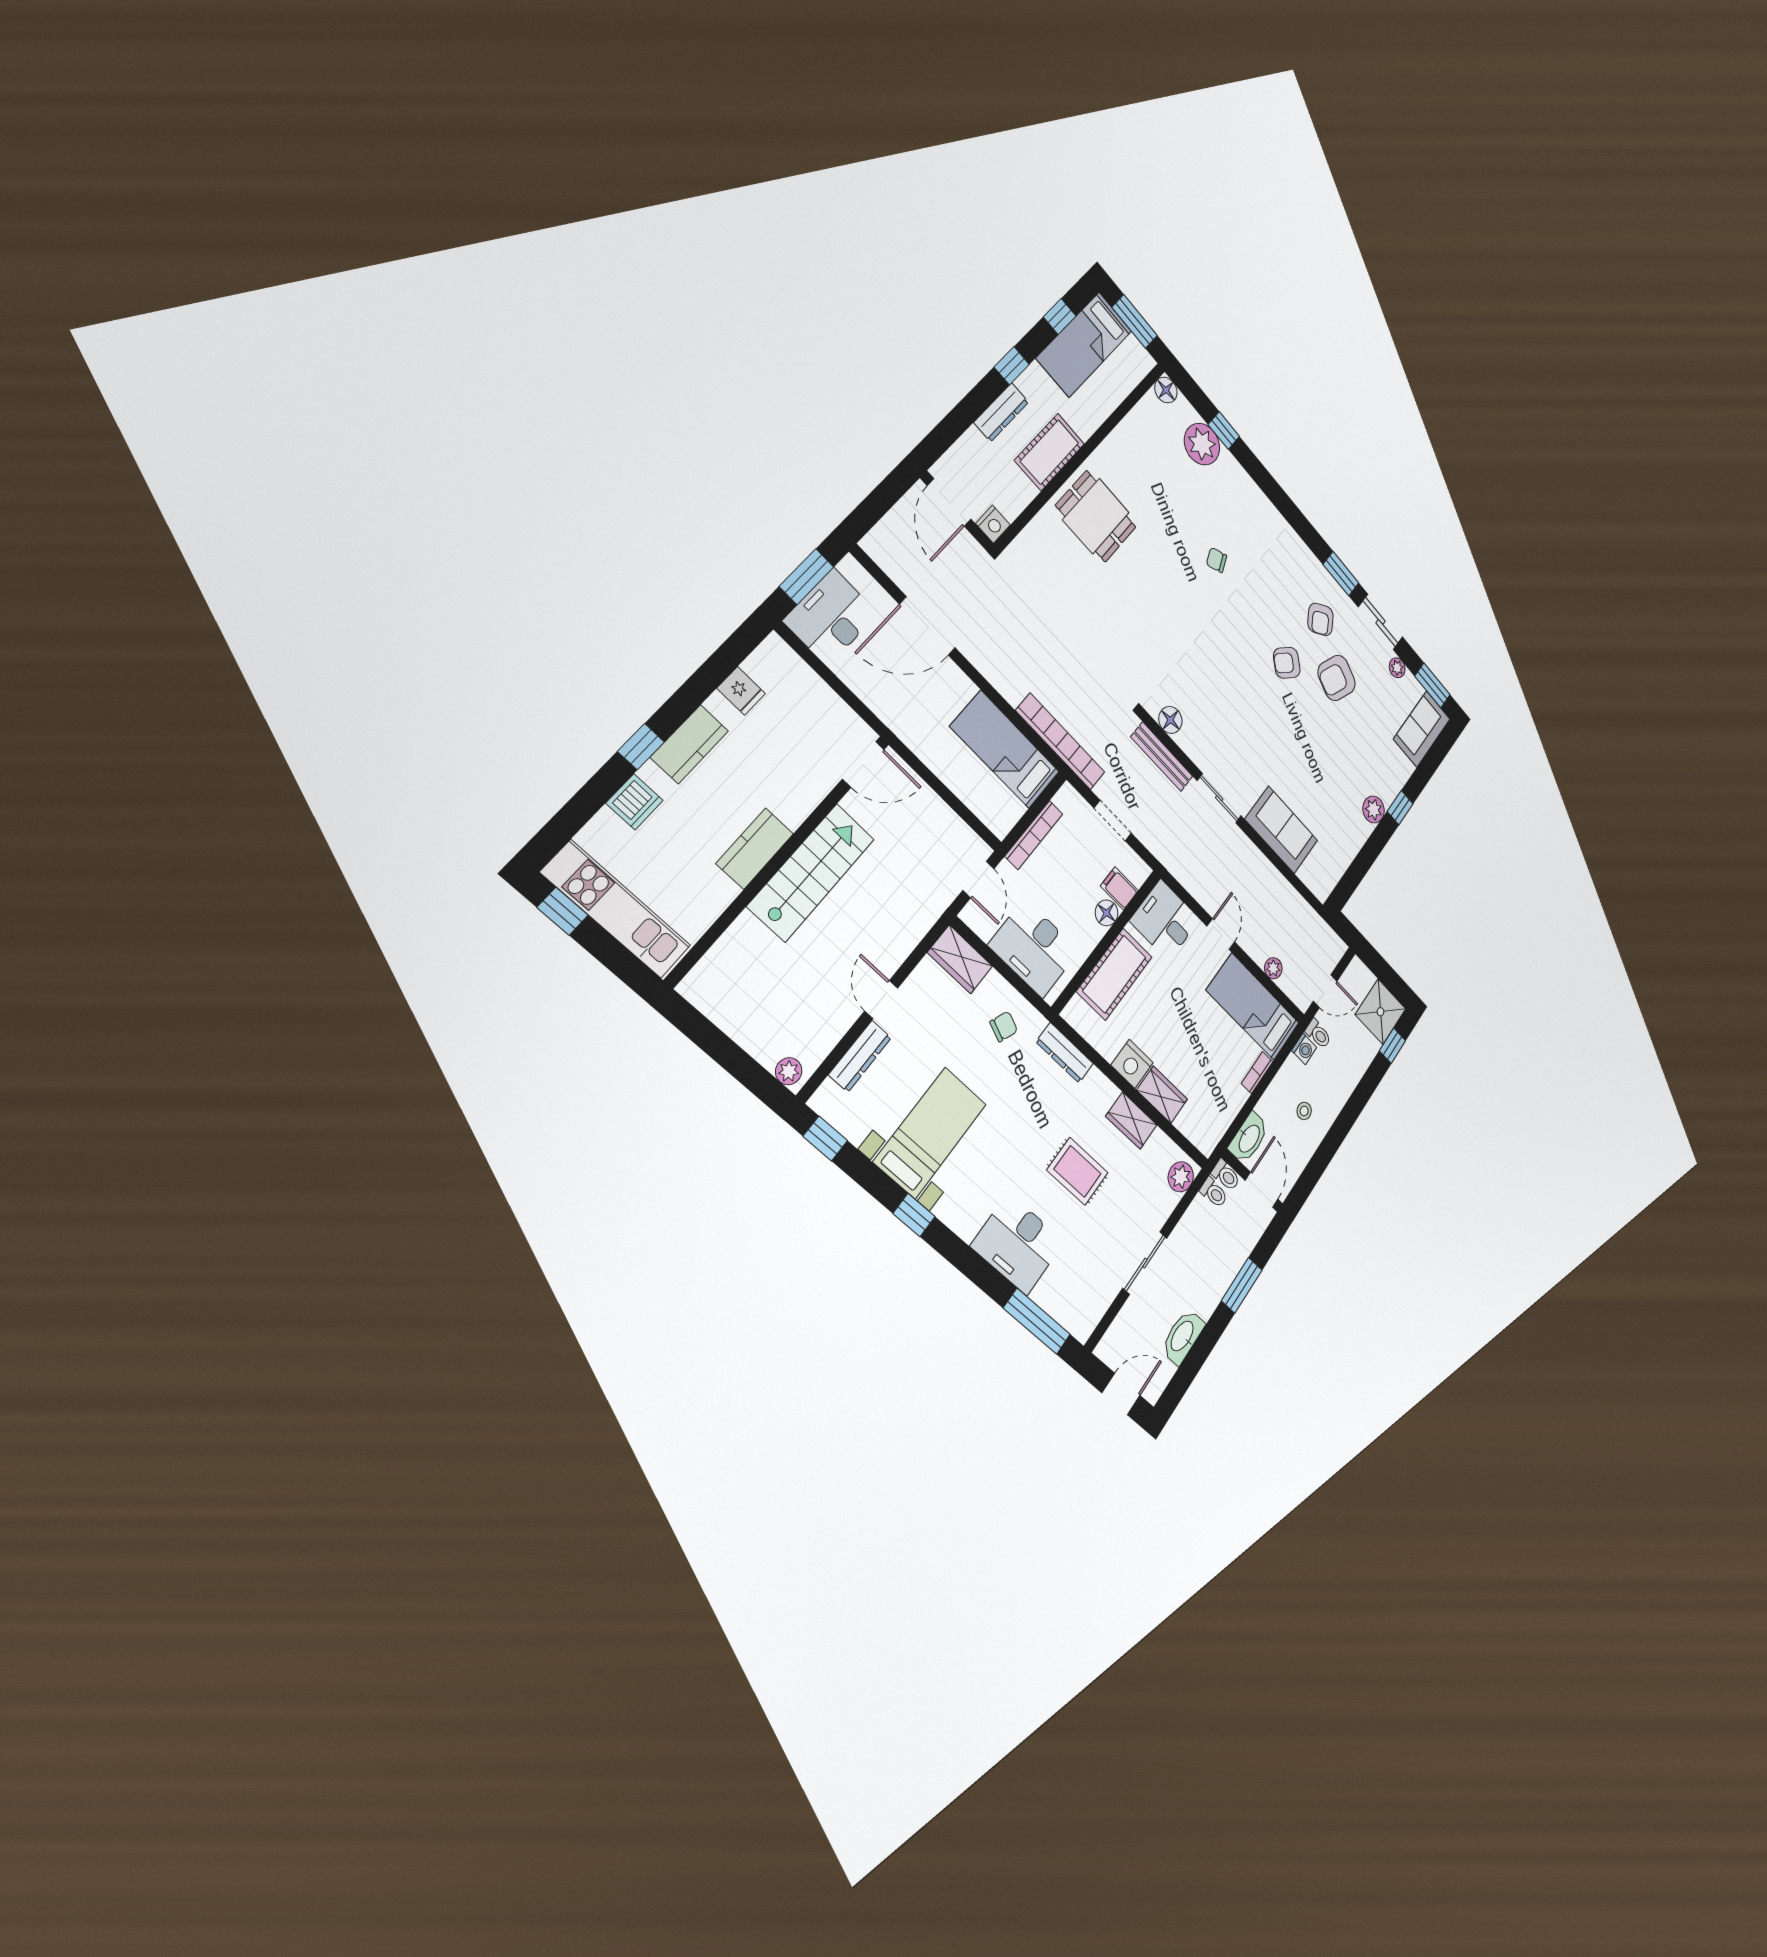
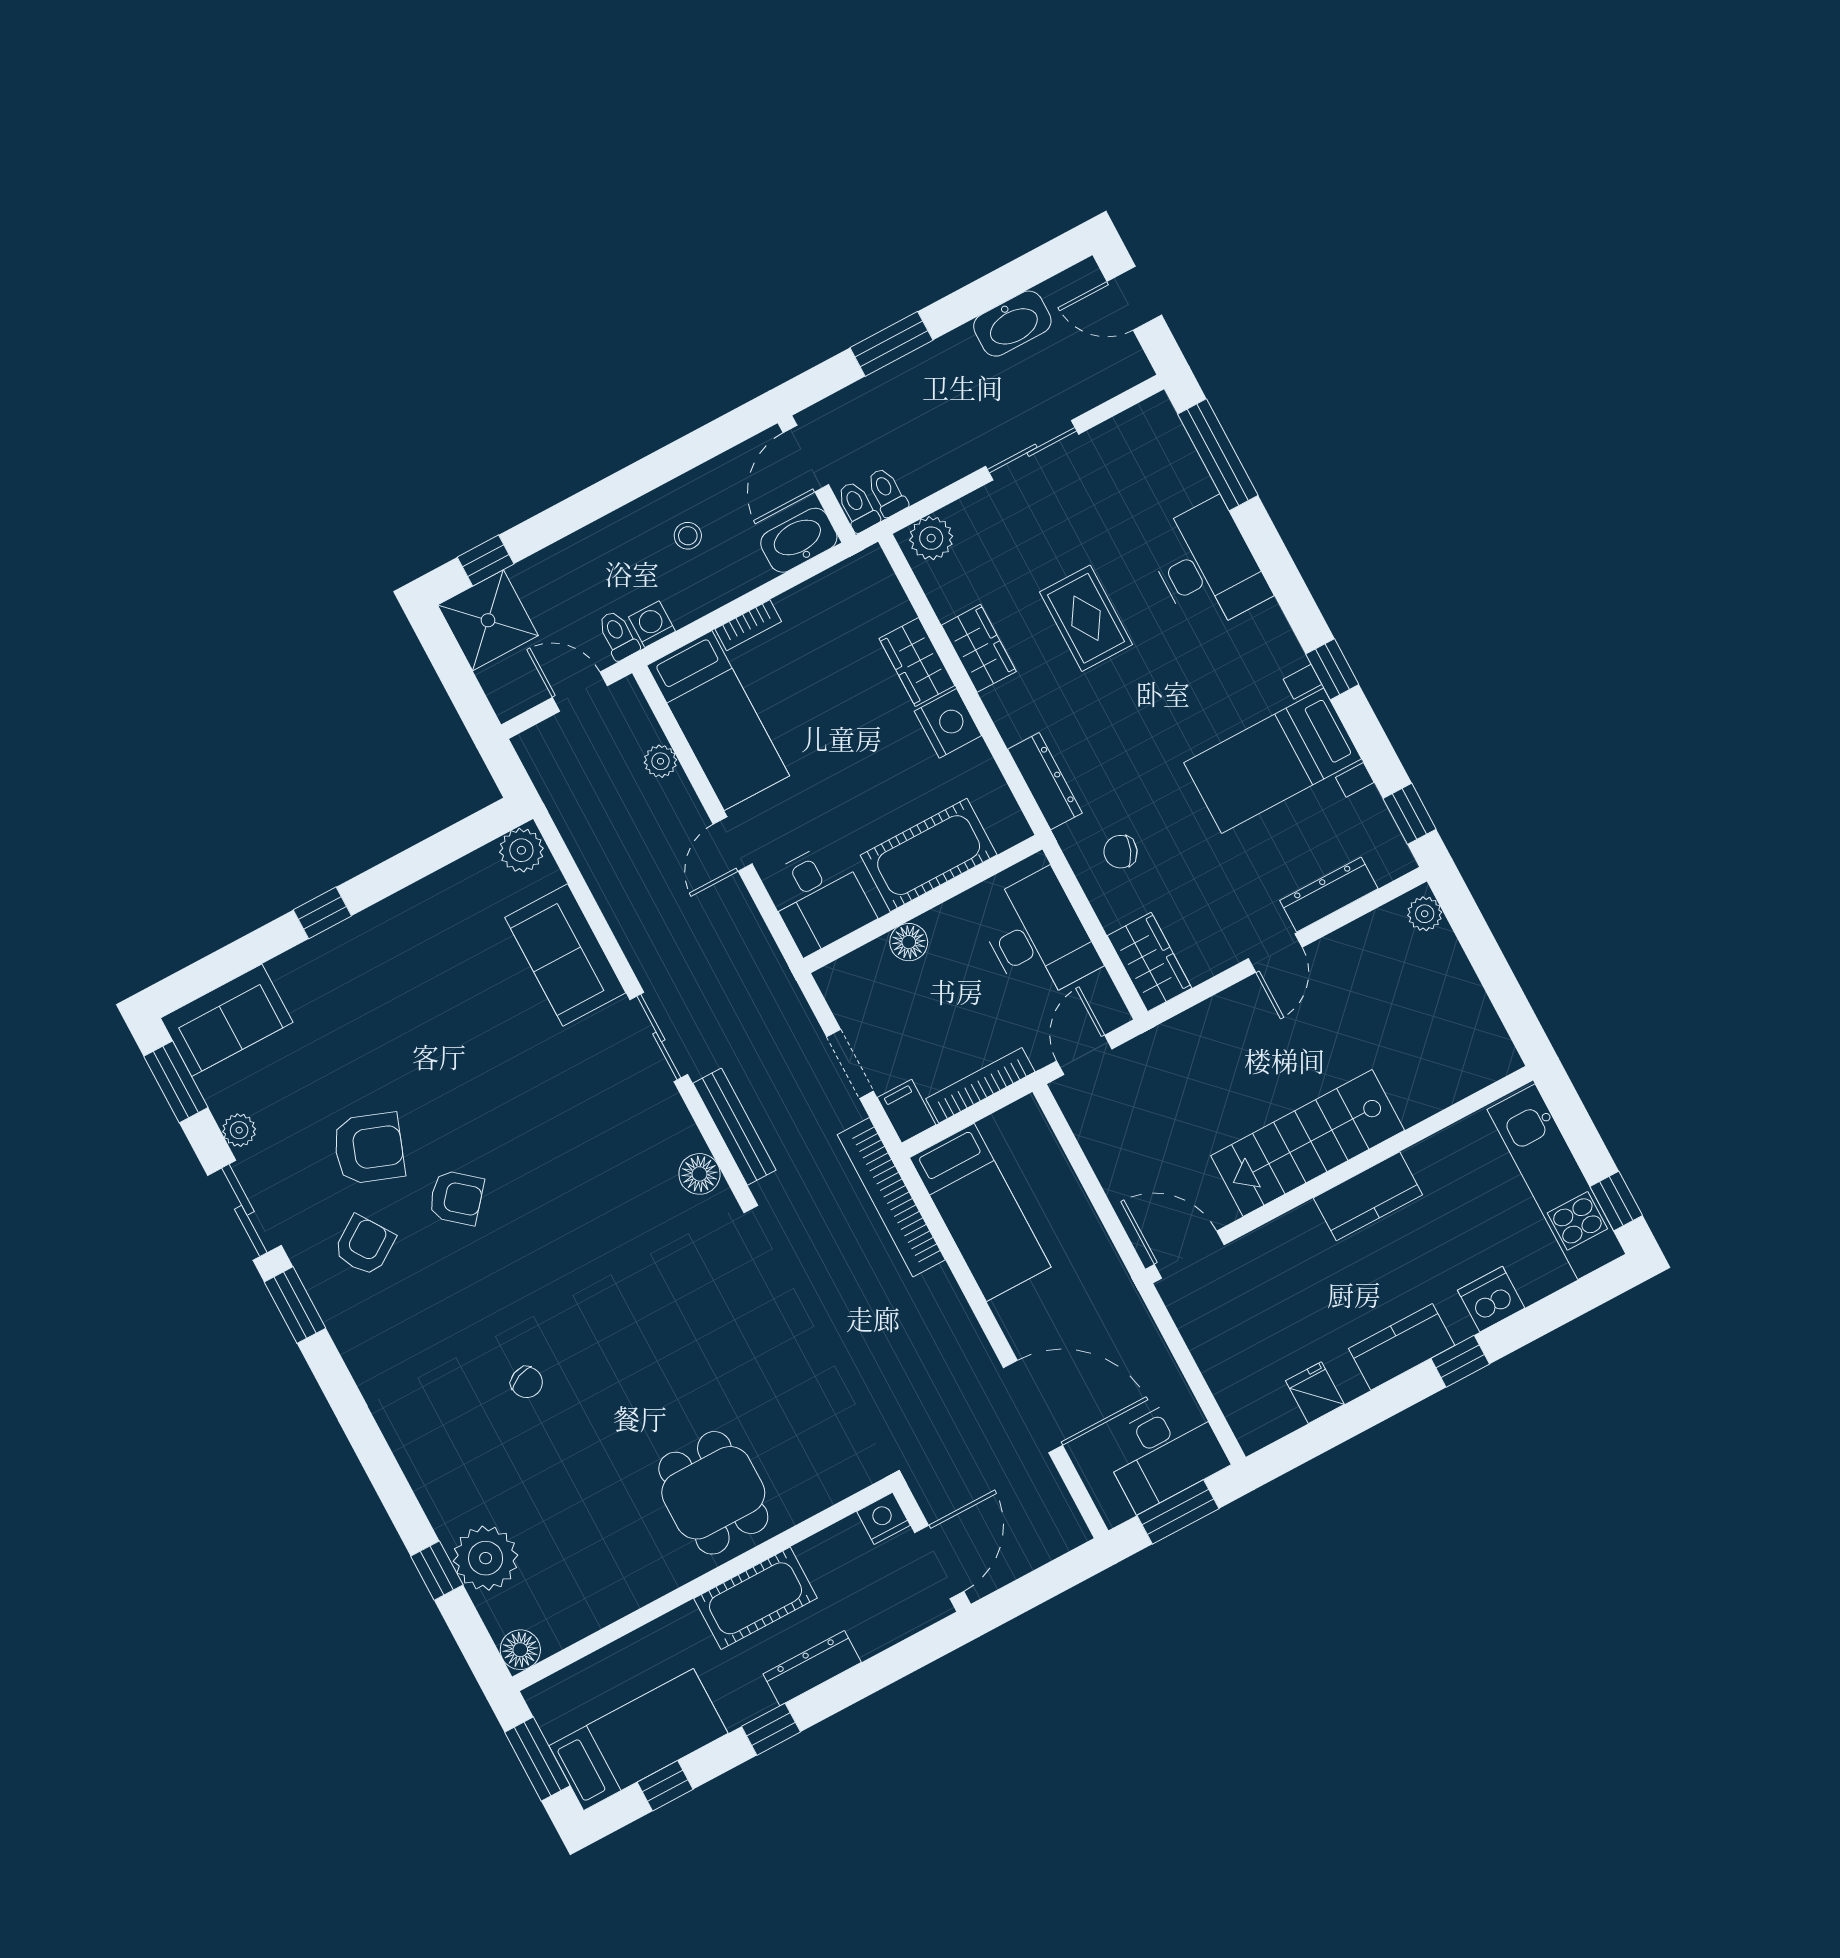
plant: (1374, 810) -> (521, 850), moved
filing cabinet: (1119, 888) -> (907, 1111), moved, turned 180

